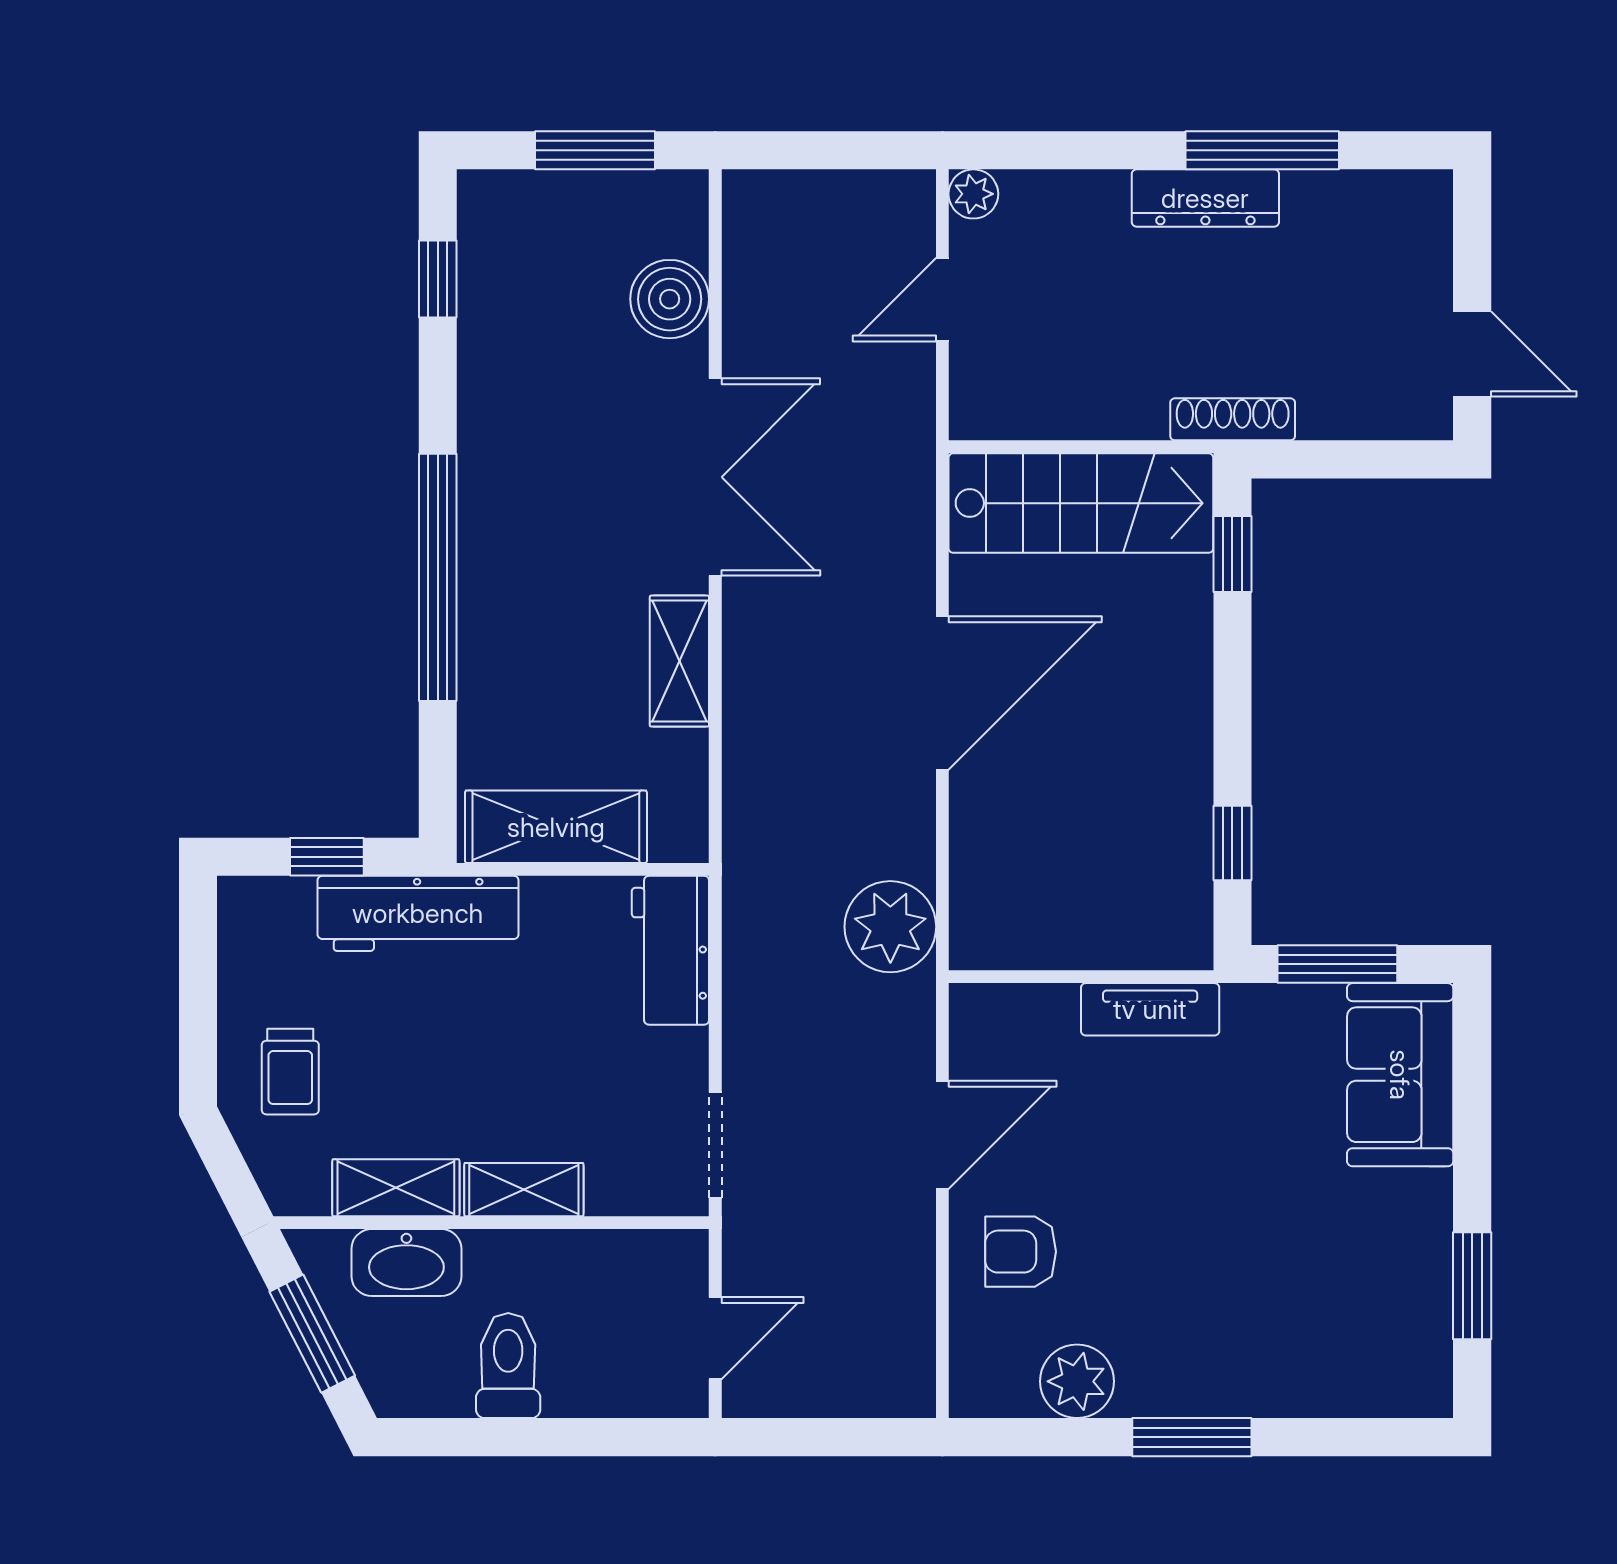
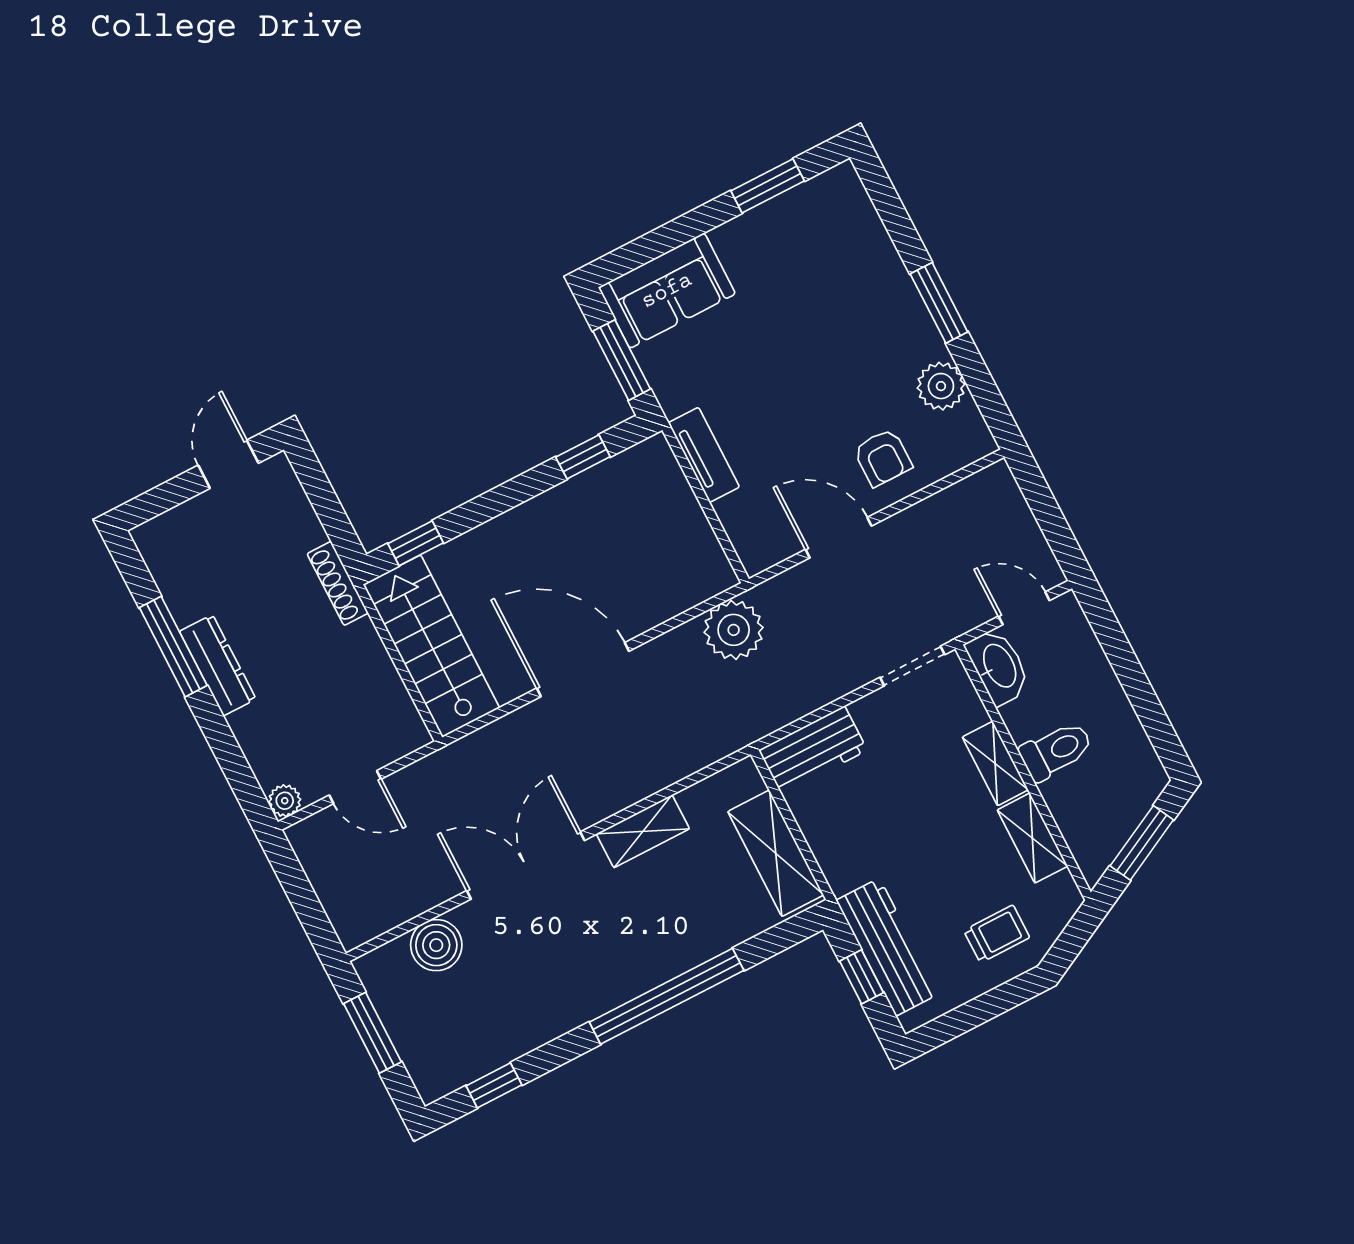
workbench: (418, 913) -> (888, 947), moved
washbasin: (406, 1262) -> (999, 666), moved
toilet: (508, 1365) -> (1056, 751), moved, turned 180

